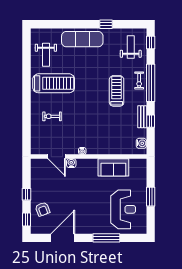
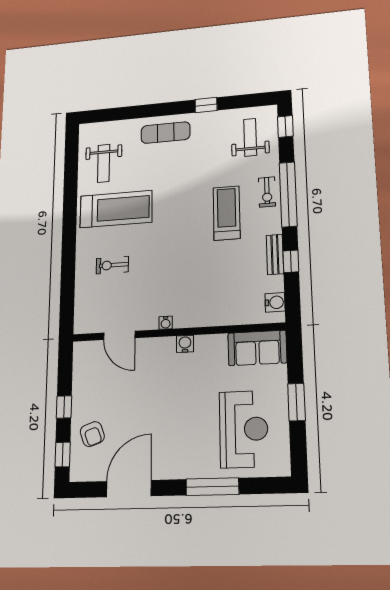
exercise mat: (82, 39) -> (166, 133), width x0.73, depth x0.69
water cooler: (71, 163) -> (185, 344), moved
sofa: (113, 167) -> (257, 348), moved

